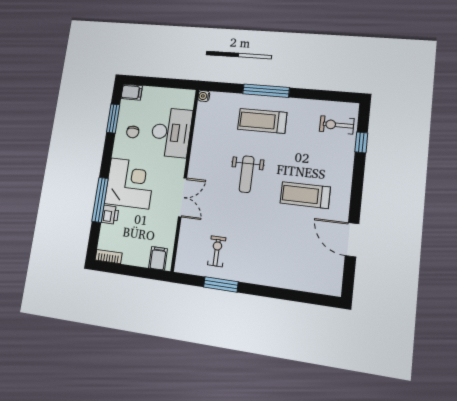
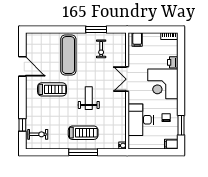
window: (100, 200) -> (181, 71), removed
exercise mat: (271, 248) -> (68, 55), added

